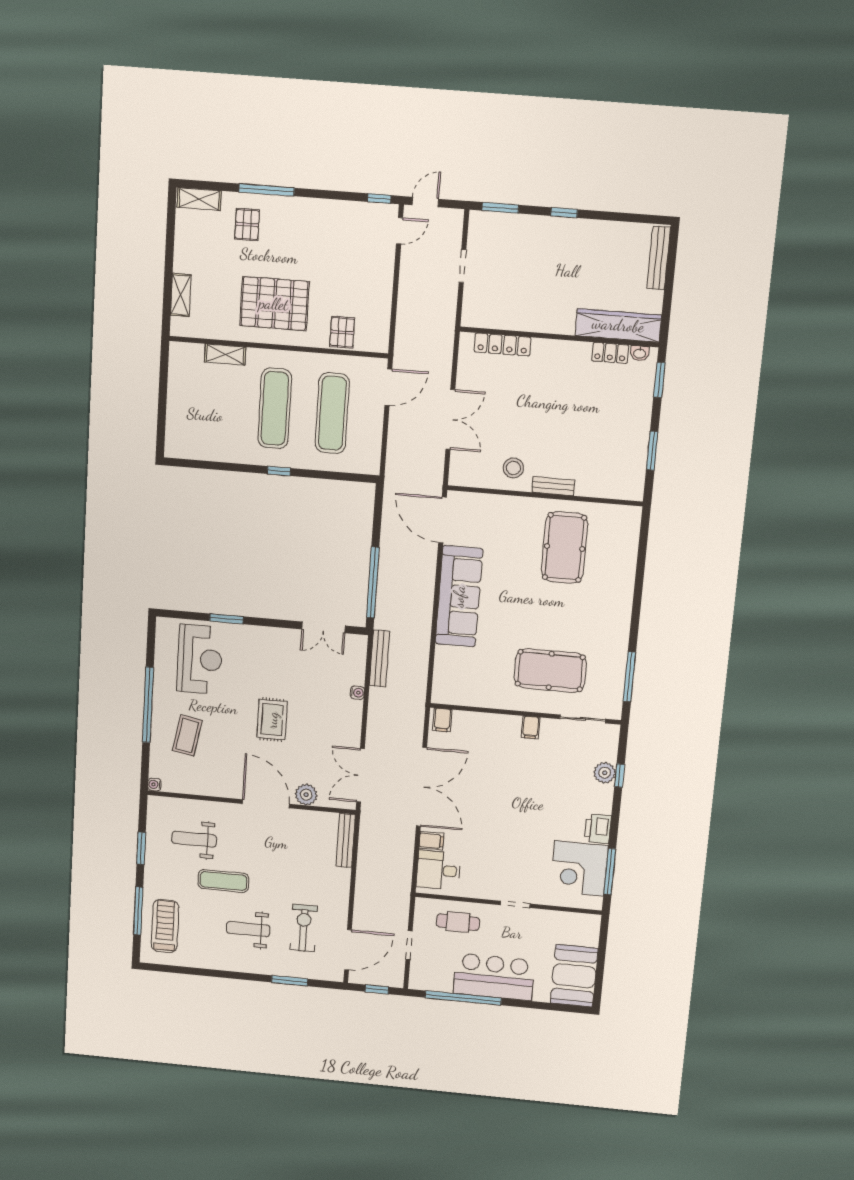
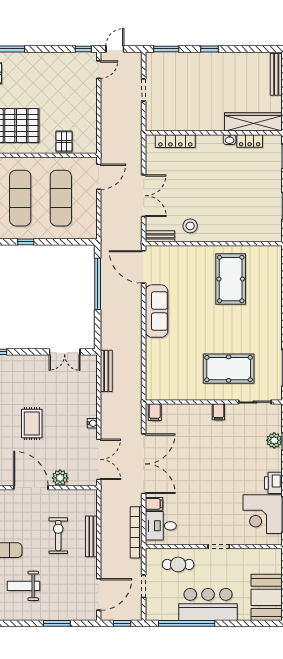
washbasin: (640, 353) -> (230, 140), moved
bench: (553, 486) -> (160, 236), moved
window: (373, 583) -> (98, 284), moved
sofa: (459, 596) -> (156, 311), width x0.74, depth x0.79
water cooler: (357, 693) -> (92, 423), moved
double door: (361, 775) -> (99, 459), swing flipped
bench: (346, 840) -> (91, 536), moved
bookcase: (404, 875) -> (136, 532), added
exercise bike: (303, 928) -> (58, 536), moved

